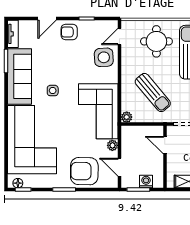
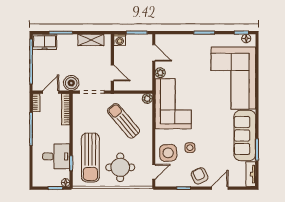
armchair: (69, 32) -> (200, 176), turned -115
side table: (53, 91) -> (190, 148), moved
armchair: (84, 171) -> (186, 49), removed
washing machine: (146, 182) -> (120, 40), moved

